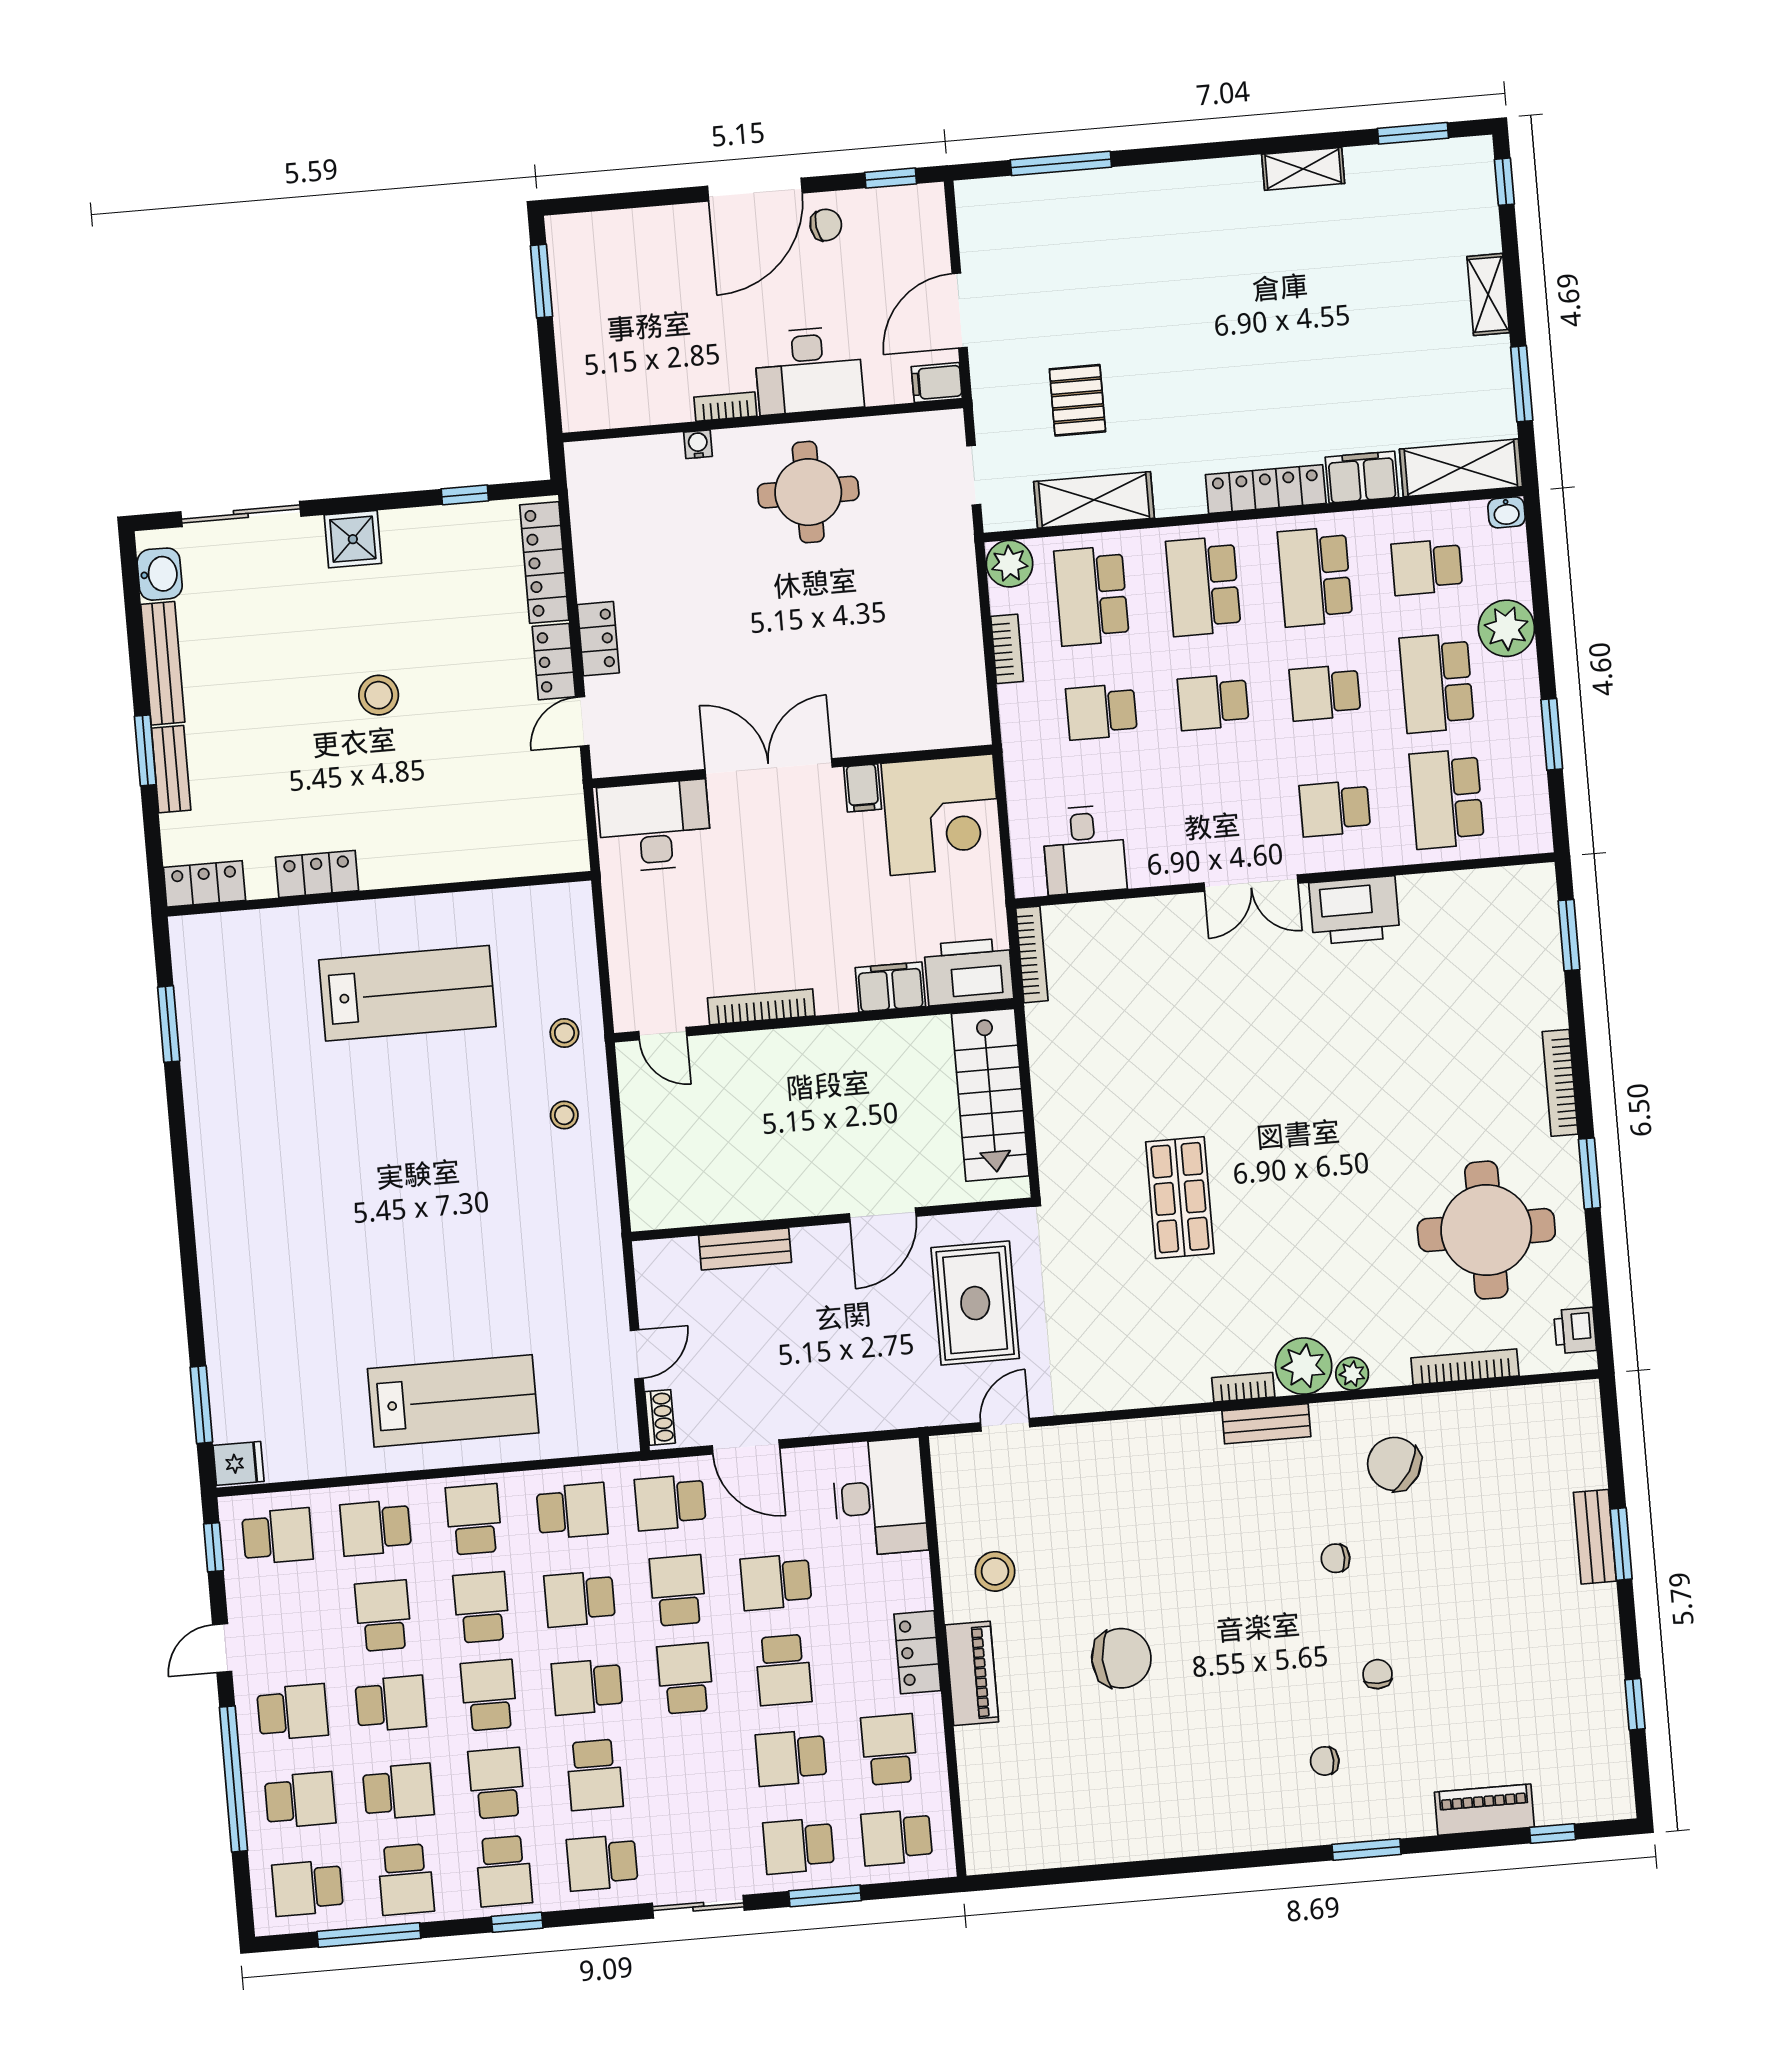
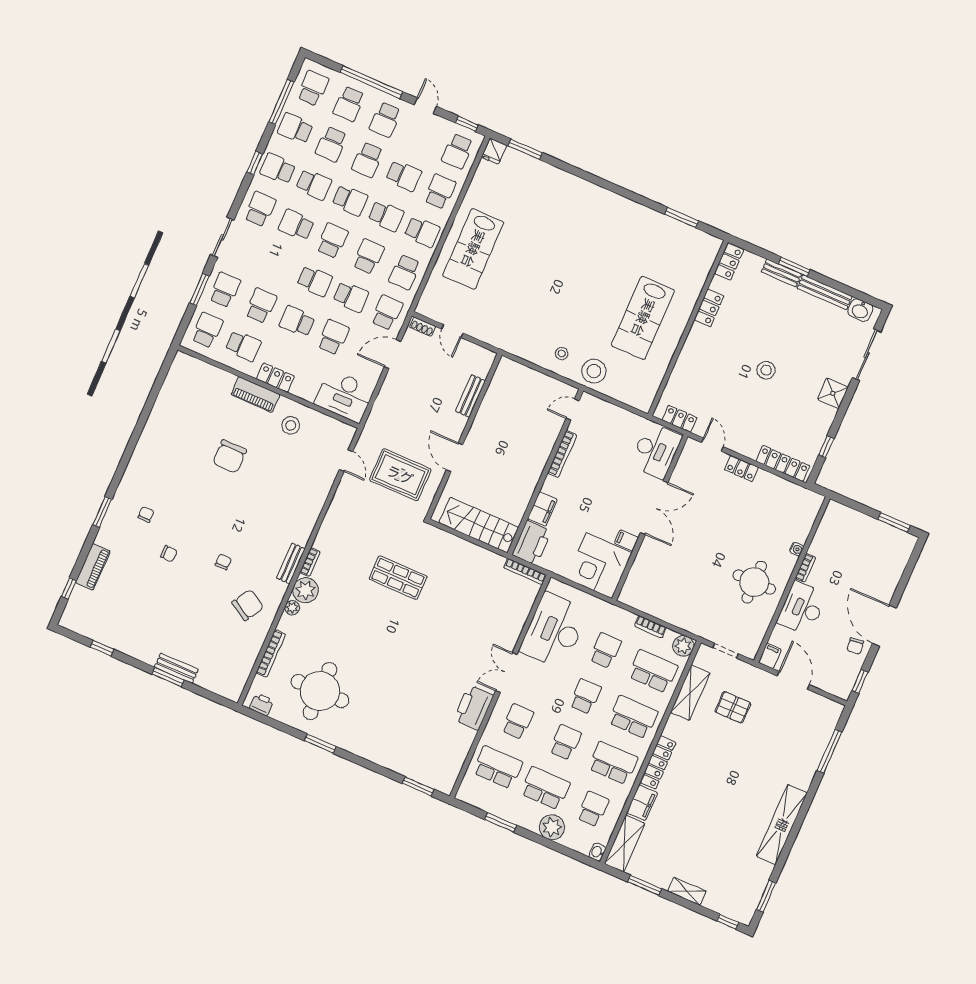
shelving: (1303, 169) -> (782, 825), width x2.20, depth x1.33
locker: (554, 662) -> (679, 419), moved
desk: (1084, 850) -> (554, 631), width x1.87, depth x1.30
stool: (564, 1033) -> (594, 371), width x1.89, depth x1.89
bookcase: (1560, 1083) -> (362, 751), removed

